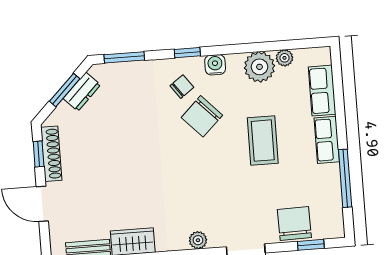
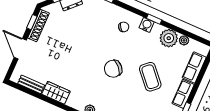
window: (187, 53) -> (154, 19), moved
chair: (202, 116) -> (113, 69), moved
coffee table: (263, 141) -> (150, 77), turned -42

